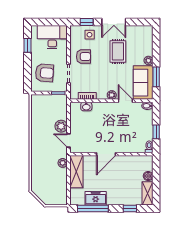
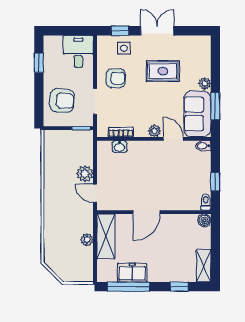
double door: (114, 22) -> (157, 31), swing flipped
desk: (52, 37) -> (78, 51), width x0.73
rug: (118, 51) -> (163, 71), turned 90
plant: (63, 163) -> (87, 240), moved
boiler: (148, 176) -> (204, 220), moved

